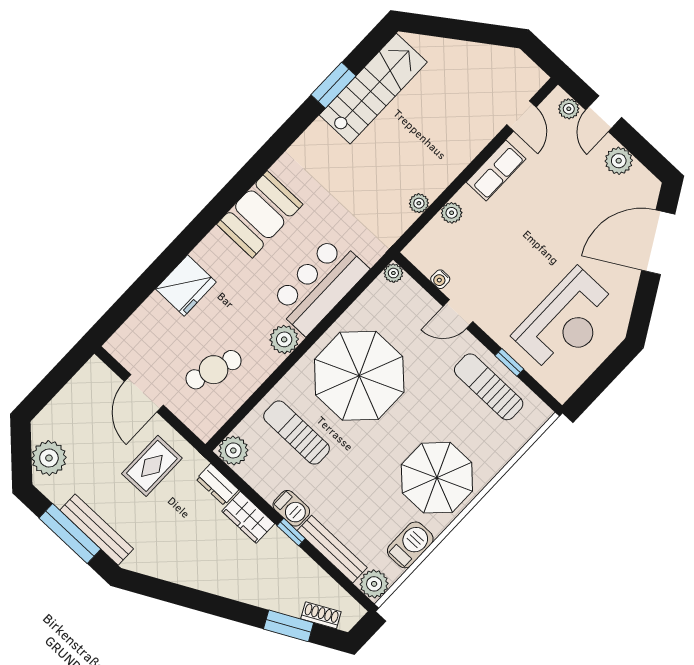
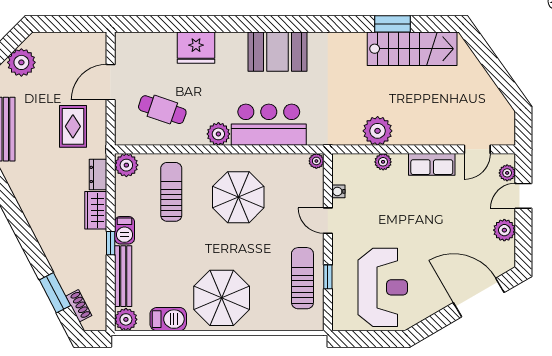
plant: (419, 203) -> (378, 131), width x1.88, depth x1.88
reception desk: (566, 321) -> (383, 287), turned -90
parasol: (359, 376) -> (238, 197), width x0.73, depth x0.73
rug: (152, 466) -> (73, 126), turned 90

